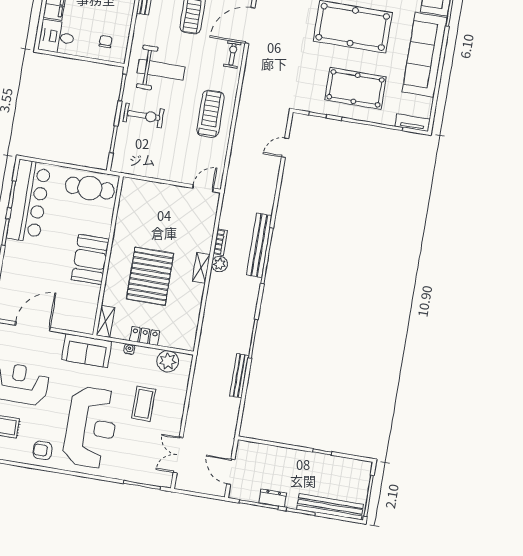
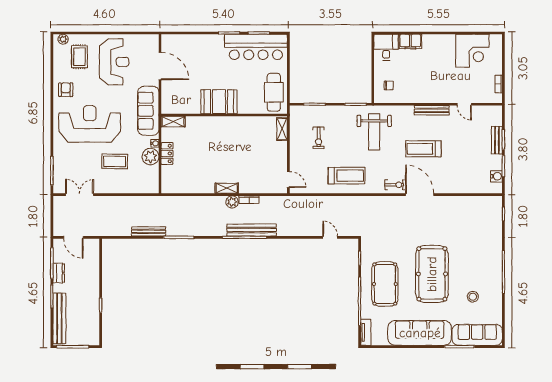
exercise bike: (144, 116) -> (319, 138), moved, width x0.73, depth x0.72
shelving: (138, 186) -> (282, 129), added
pallet: (150, 276) -> (214, 150), removed
sofa: (87, 351) -> (148, 111), width x1.36
plant: (168, 361) -> (150, 157), moved
reception desk: (91, 427) -> (90, 124), turned 180
door: (231, 472) -> (73, 237), swing flipped

